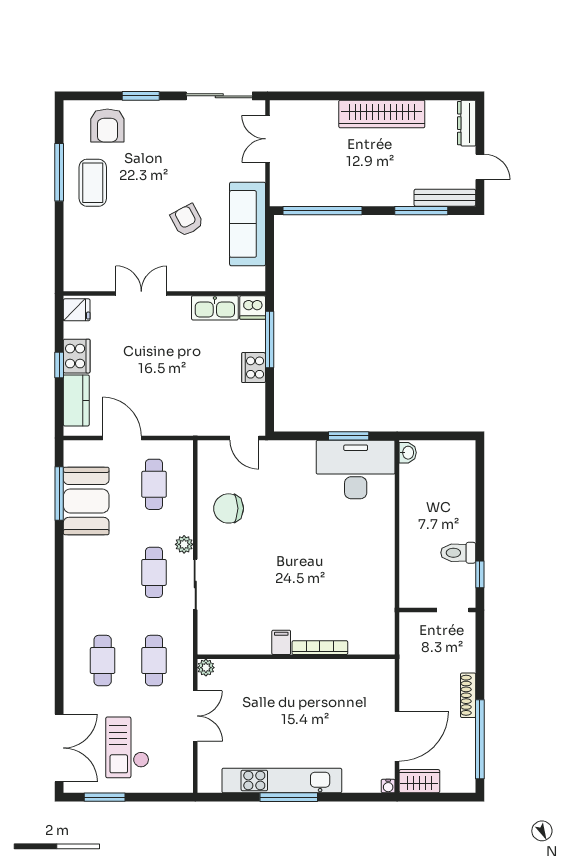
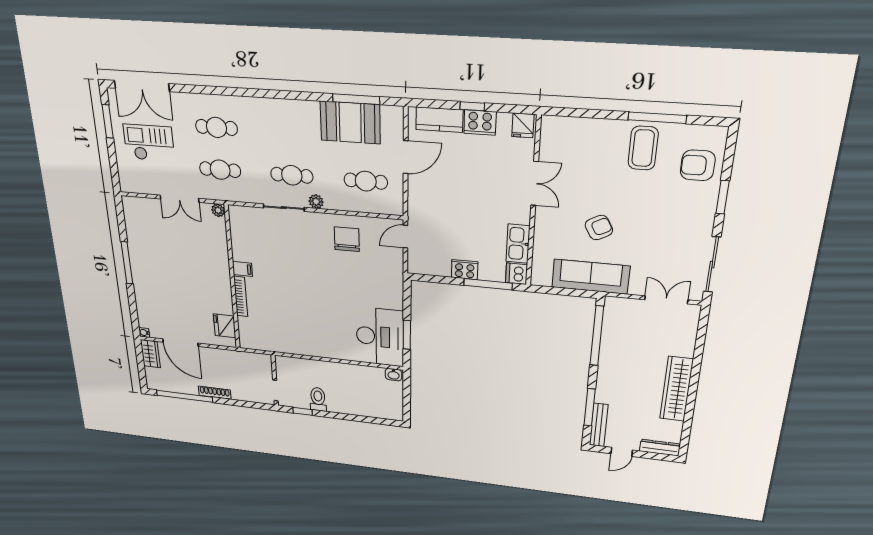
coffee table: (93, 183) -> (643, 148), turned 90
door: (244, 438) -> (405, 237), moved
fridge: (364, 673) -> (225, 326), added
kitchen unit: (282, 781) -> (138, 259), removed

